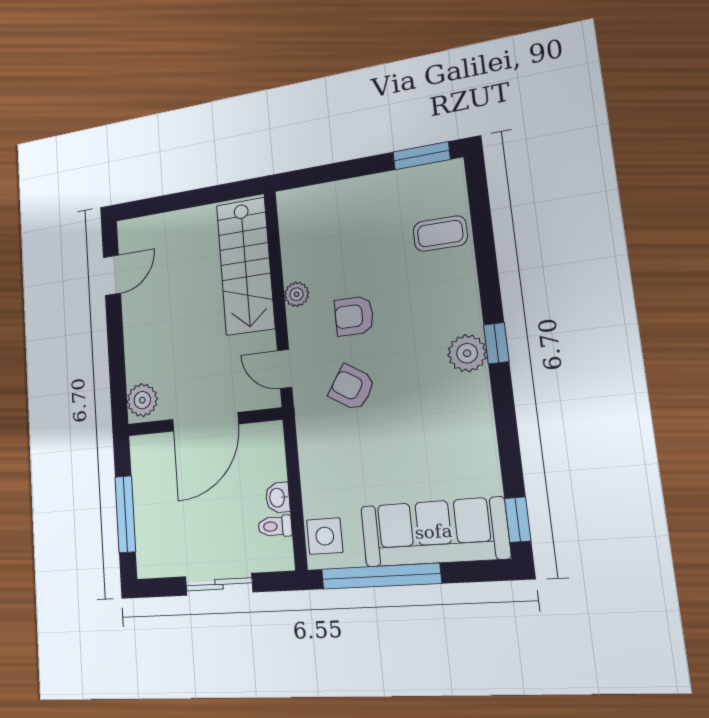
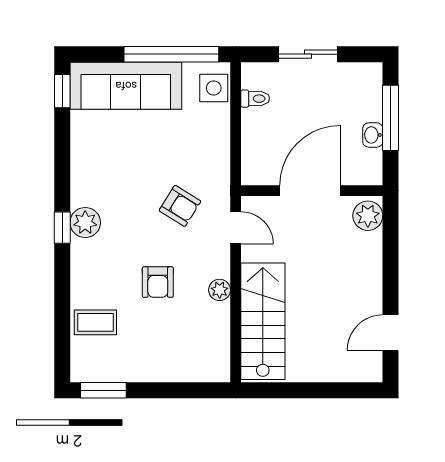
armchair: (354, 316) -> (158, 282), moved, turned 90
washbasin: (278, 498) -> (373, 135), moved, turned 180

